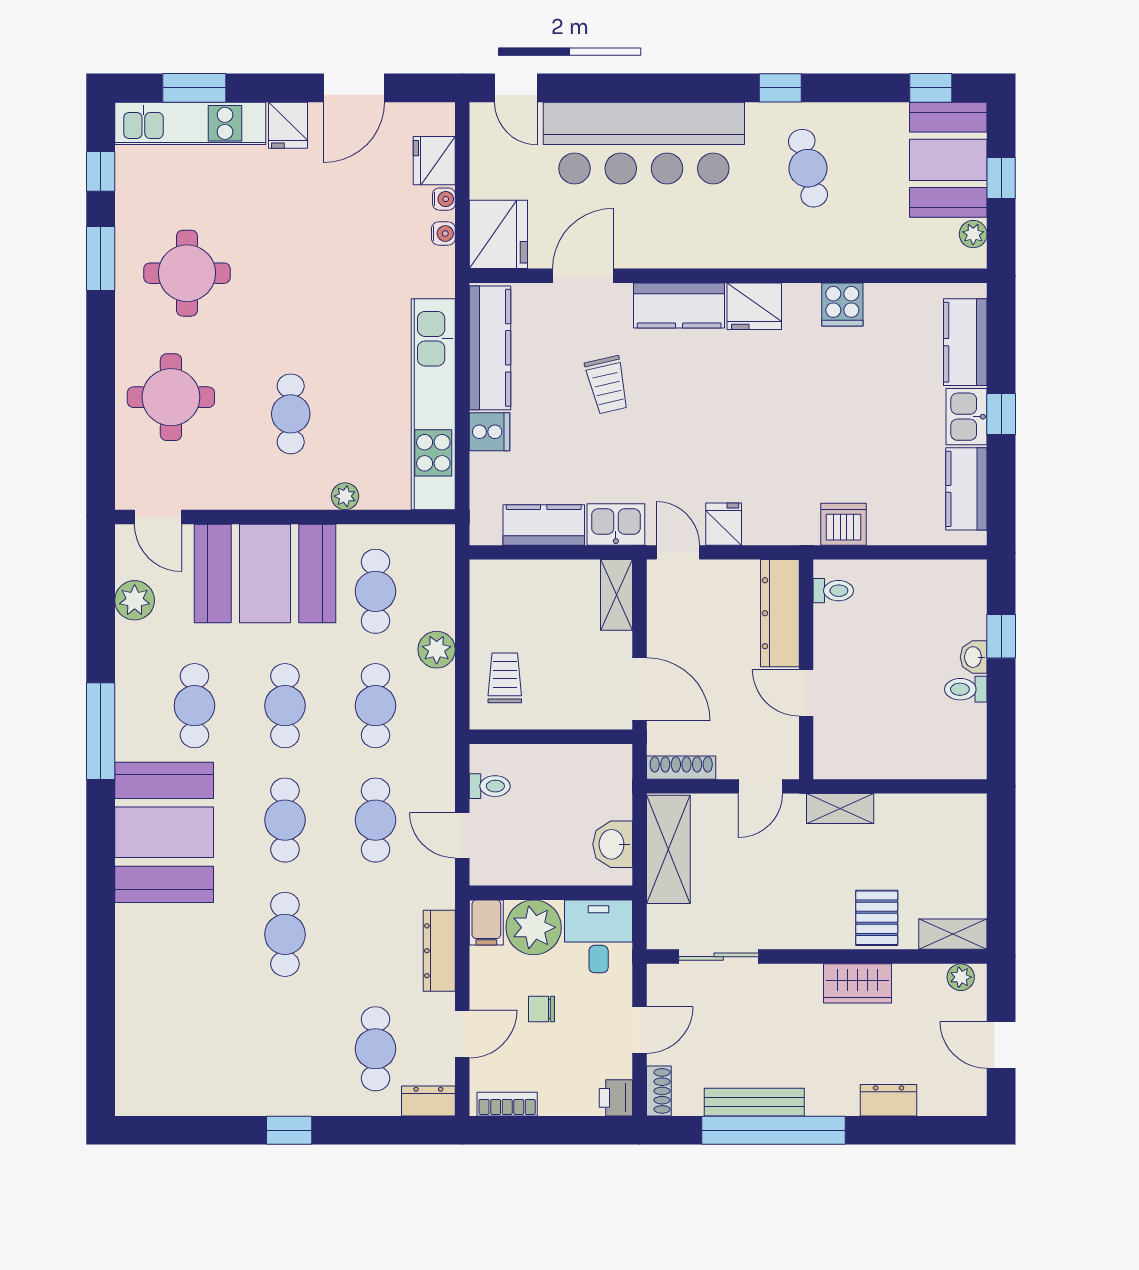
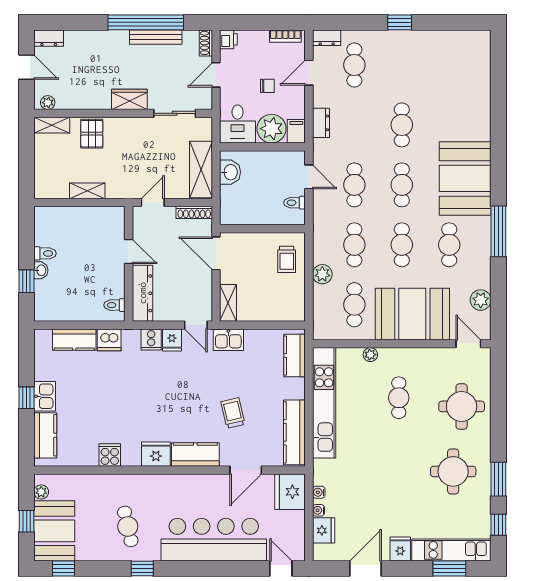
cooker: (490, 432) -> (151, 339), moved, turned -90
kitchen counter: (966, 489) -> (74, 340), moved, turned 90
kitchen counter: (544, 525) -> (295, 356), moved, turned 90
shelving: (840, 809) -> (87, 191), moved
dresser: (439, 951) -> (321, 123), width x0.70
wardrobe: (858, 983) -> (129, 99), moved
dresser: (889, 1100) -> (49, 38), moved

